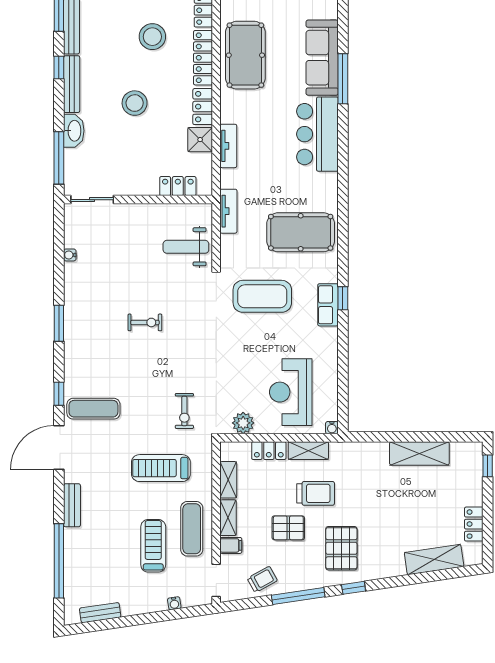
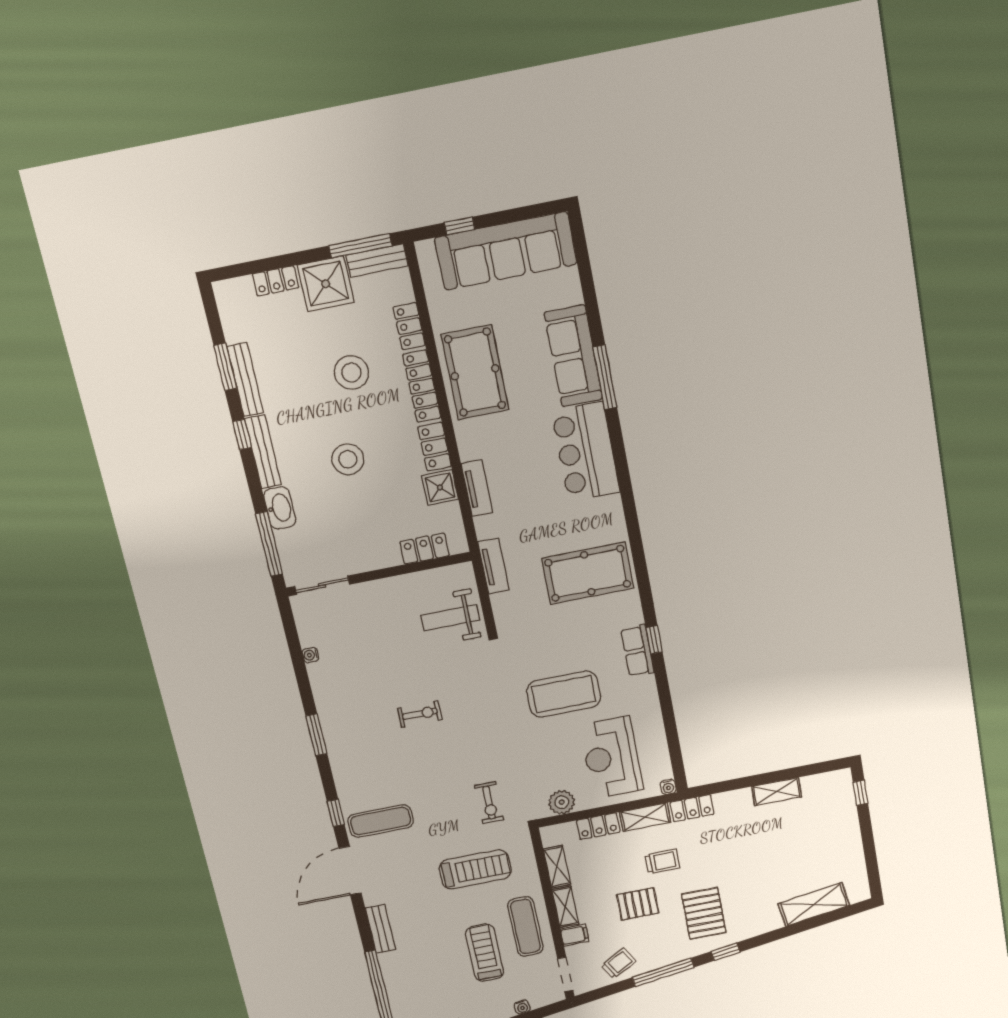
coffee table: (262, 296) -> (564, 694), moved
shelving: (419, 453) -> (777, 792), width x0.67, depth x0.75
treadmill: (161, 468) -> (475, 869), turned 180
trolley: (316, 493) -> (663, 861), width x0.73, depth x0.72
locker: (474, 524) -> (692, 808), moved, turned -90

